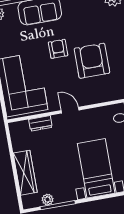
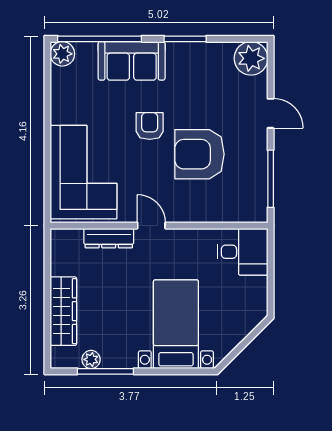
armchair: (92, 61) -> (199, 154), turned -90
dresser: (40, 123) -> (109, 238), width x1.44

